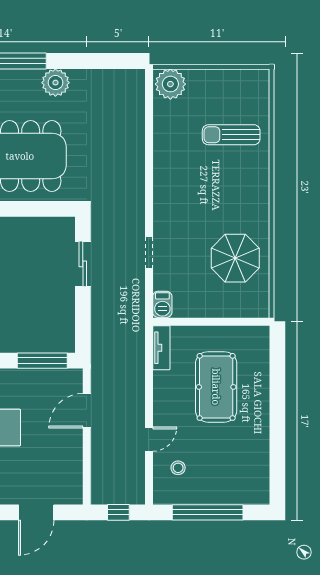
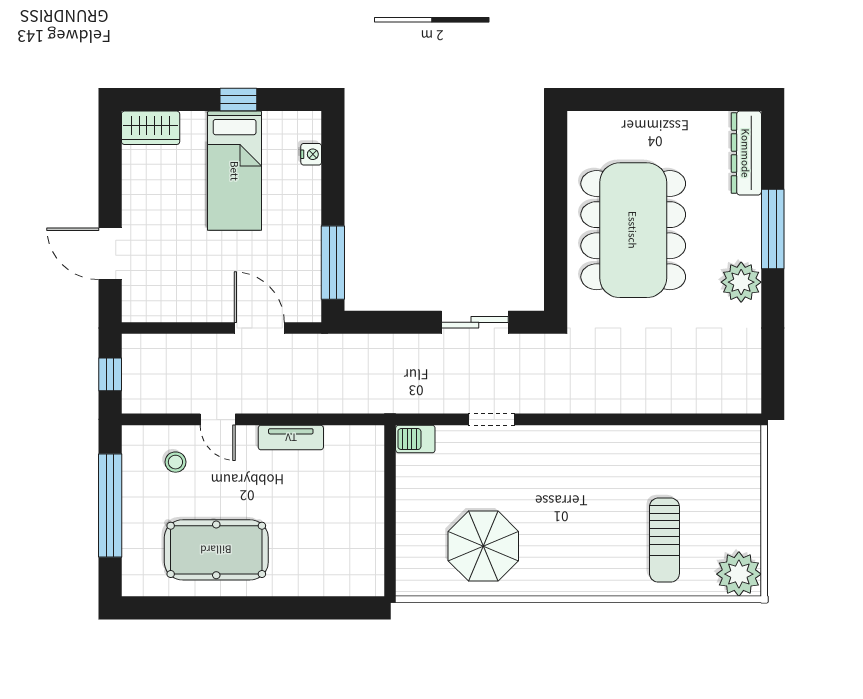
plant: (170, 84) -> (739, 574), moved
sun lounger: (231, 135) -> (664, 540), turned 180
tv unit: (161, 348) -> (291, 438), moved
pool table: (216, 387) -> (216, 550), moved

